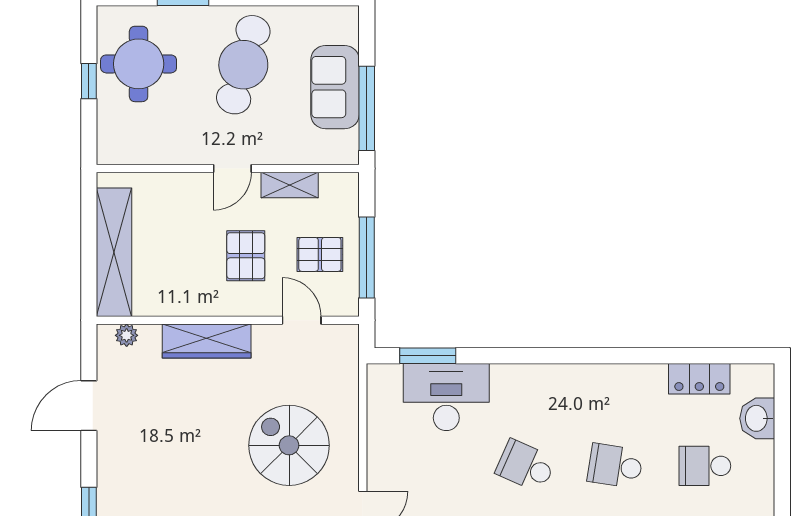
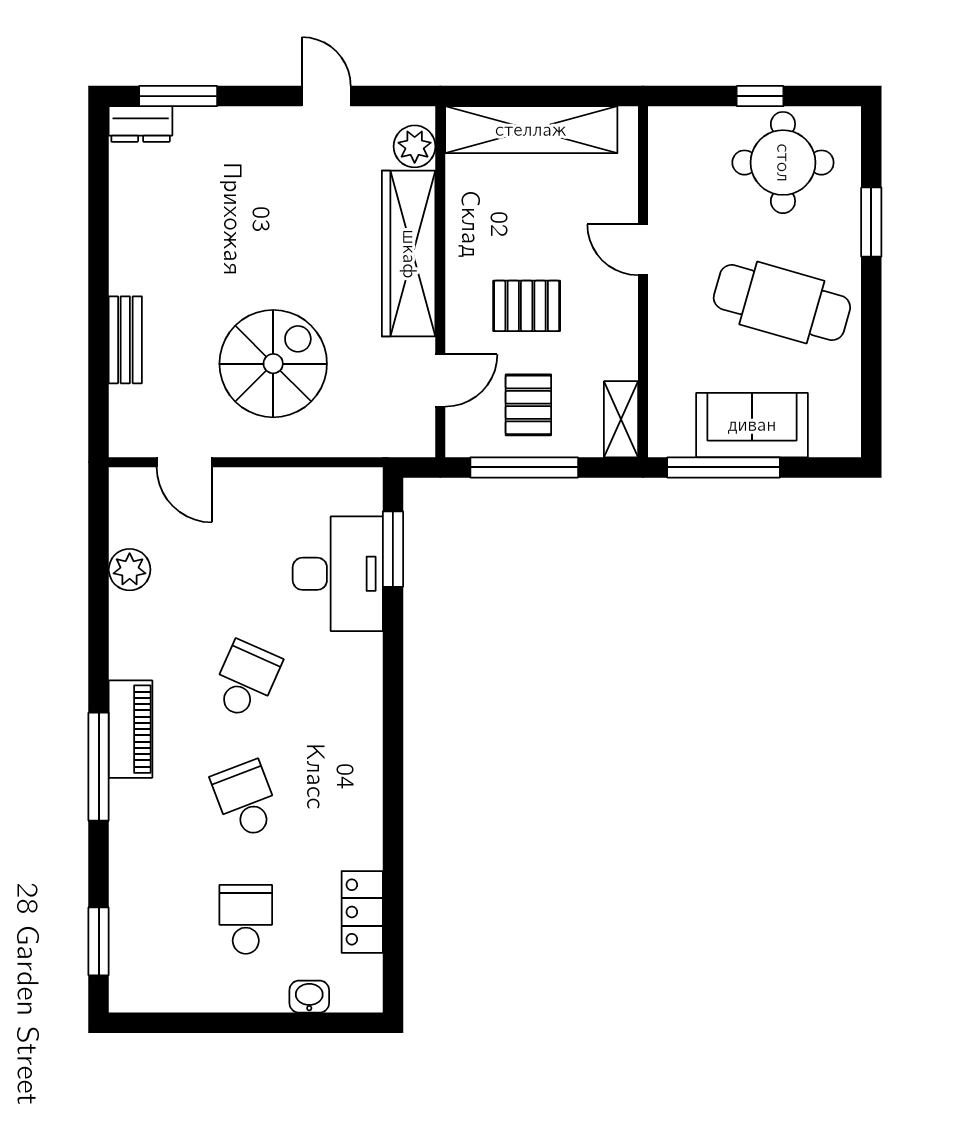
door: (232, 169) -> (643, 250), moved
shelving: (290, 185) -> (621, 419), moved
plant: (127, 335) -> (415, 146), width x1.38, depth x1.38
wardrobe: (207, 341) -> (409, 254), width x1.40, depth x1.17
door: (89, 406) -> (326, 96), width x0.73
washbasin: (757, 418) -> (309, 997), width x0.72, depth x0.69
school desk: (615, 466) -> (246, 800), turned -30

